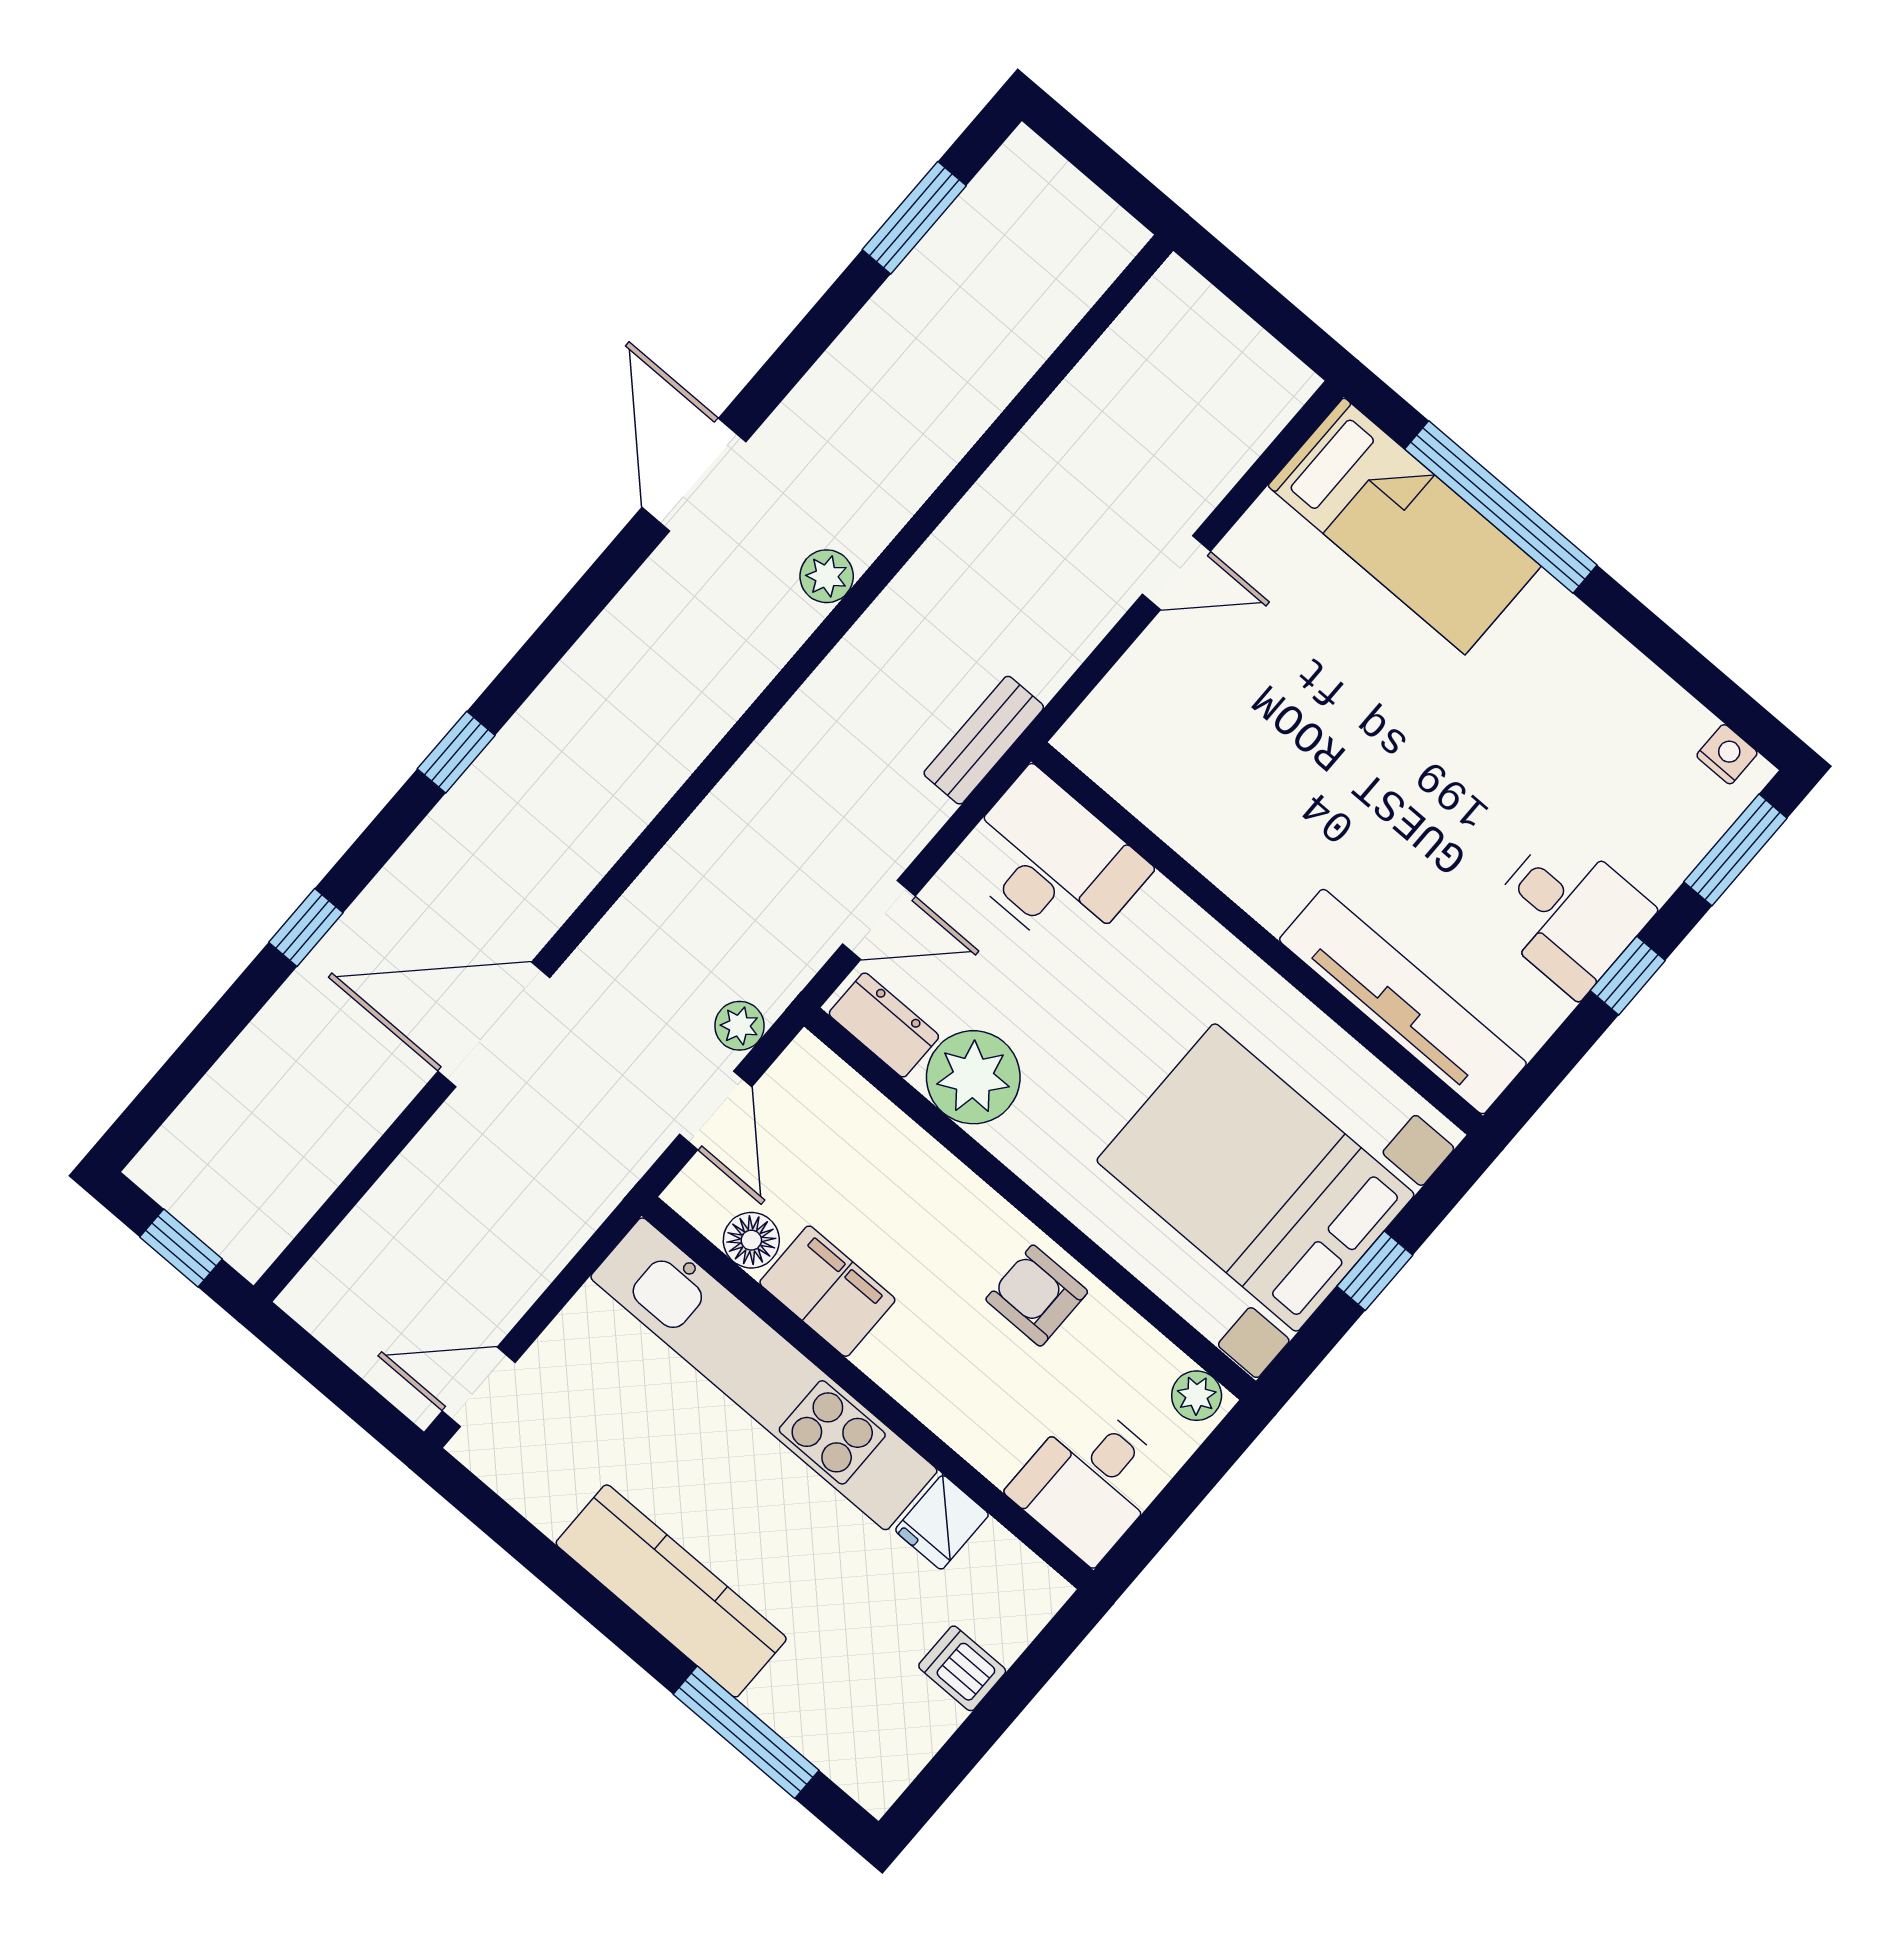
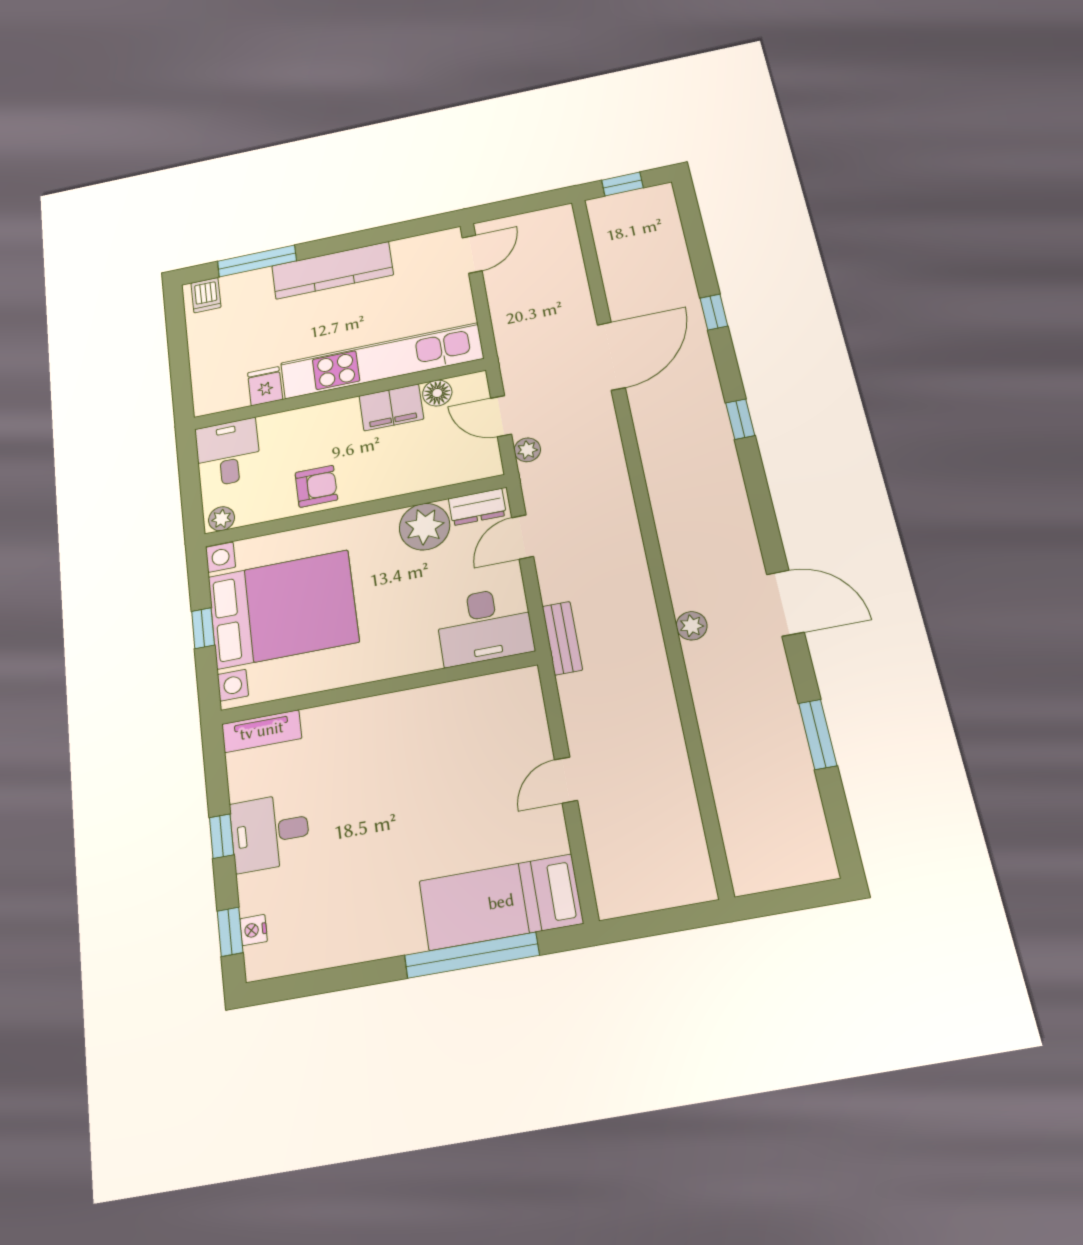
window: (914, 218) -> (818, 734), moved
nightstand: (1727, 754) -> (254, 930), moved, turned 90
window: (1735, 850) -> (230, 932), width x0.67
tv unit: (1403, 1002) -> (262, 731), width x0.52, depth x0.78
dishwasher: (962, 1668) -> (206, 295), moved, turned 90

